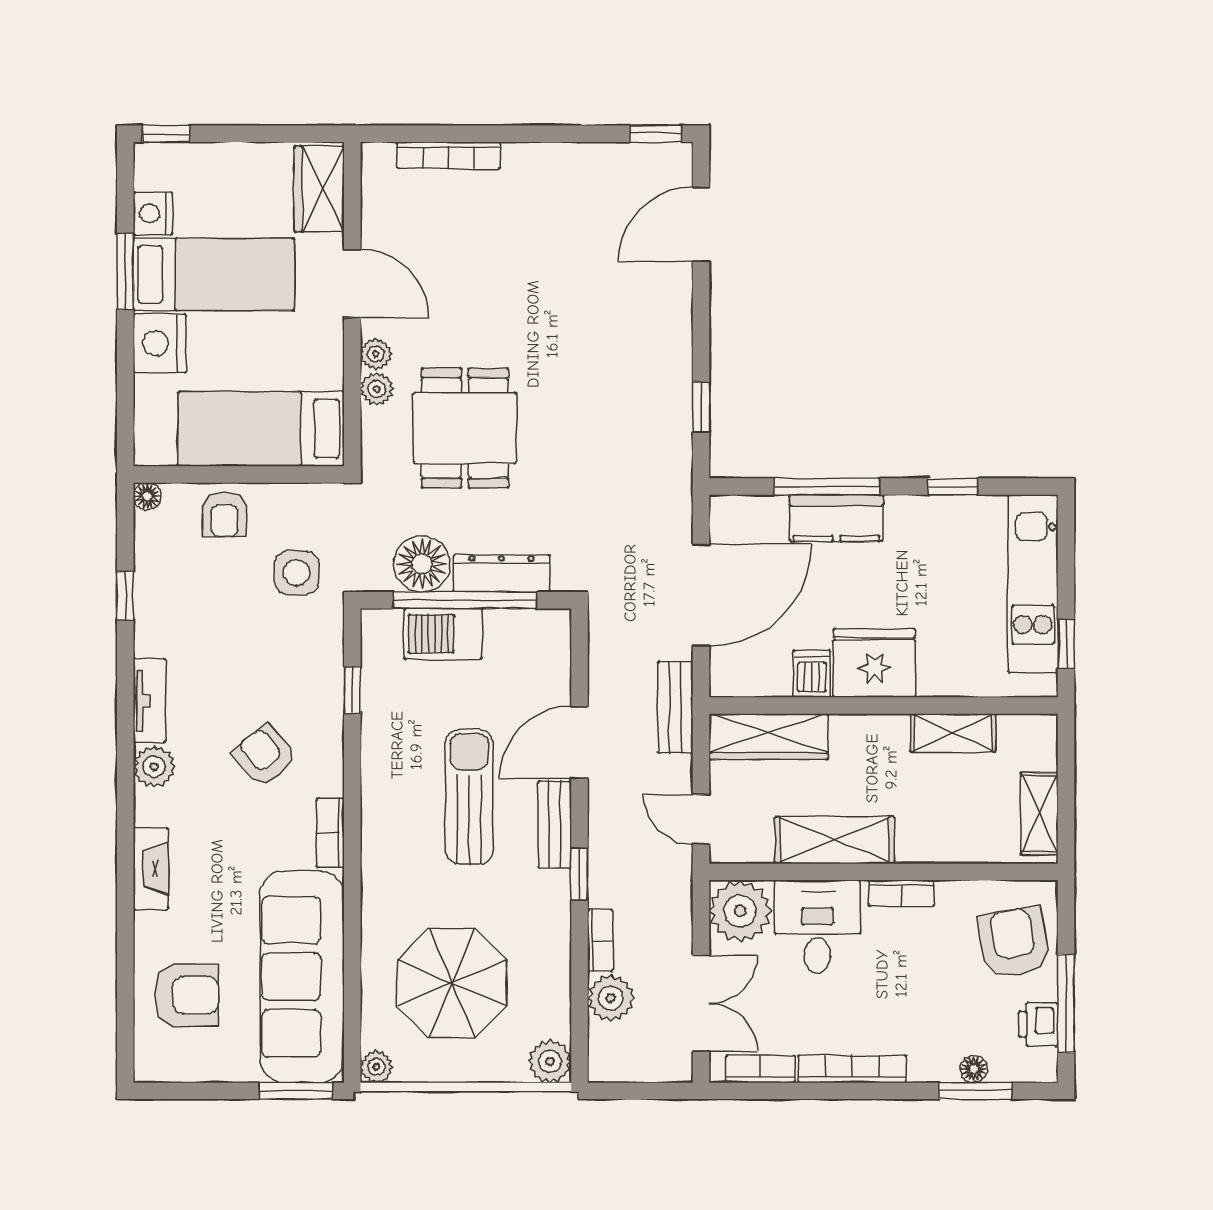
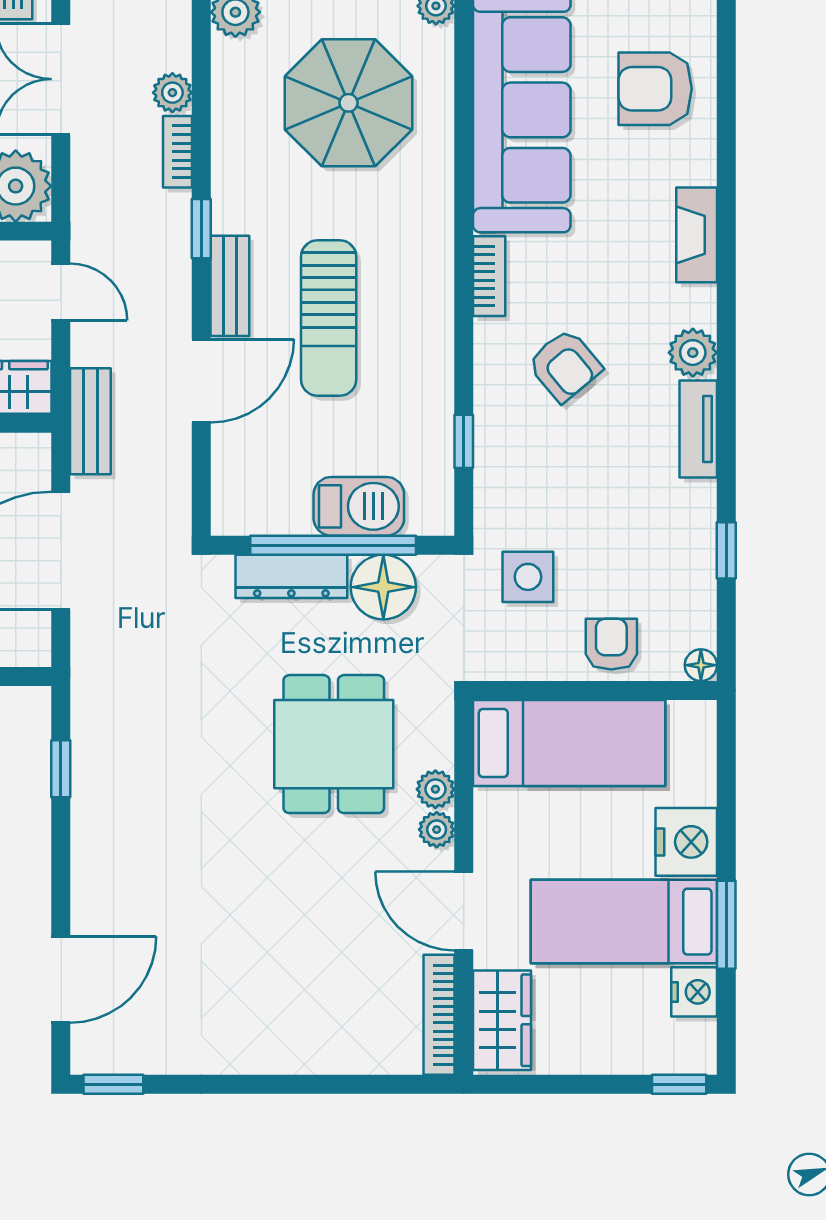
bookcase: (449, 155) -> (439, 1015), moved, turned -90
plant: (611, 998) -> (172, 93), width x0.73, depth x0.73

